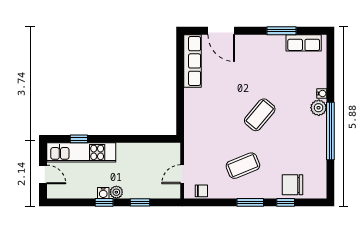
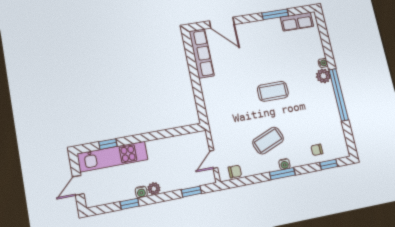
coffee table: (260, 115) -> (273, 91), turned 50
door: (43, 174) -> (78, 185), swing flipped
chair: (292, 185) -> (317, 150), width x0.54, depth x0.54
water cooler: (255, 193) -> (284, 164), added
window: (104, 202) -> (130, 204), moved
window: (140, 202) -> (191, 192), moved
window: (286, 202) -> (329, 164), moved

